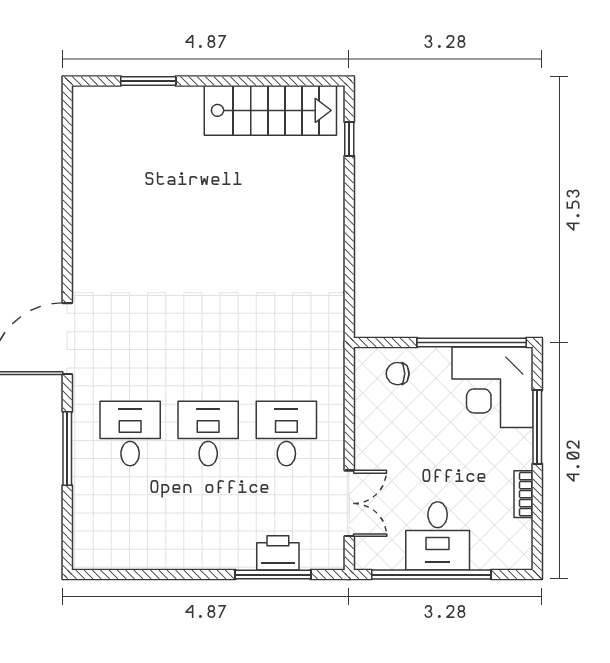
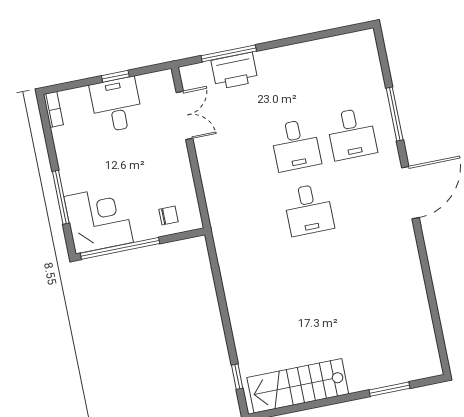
desk: (286, 434) -> (309, 210), moved
bookcase: (523, 494) -> (53, 110), moved
double door: (349, 503) -> (184, 115), swing flipped
printer: (278, 553) -> (235, 71), width x1.37, depth x1.19
window: (431, 575) -> (115, 76), width x0.32

